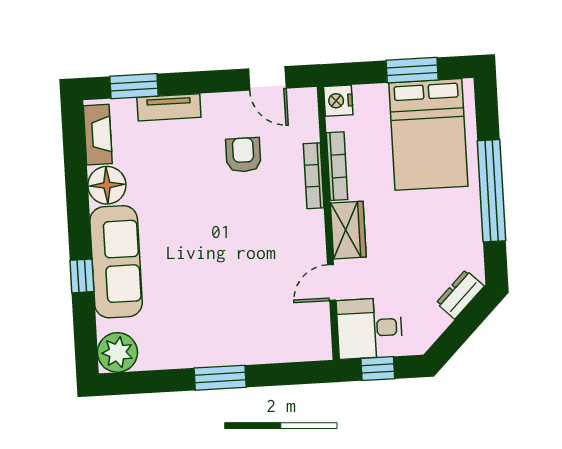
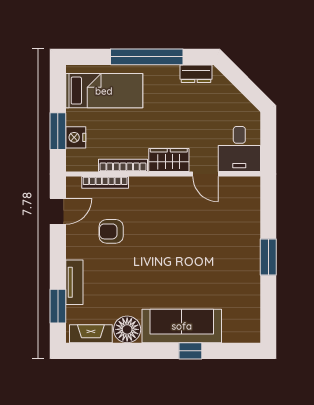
window: (412, 70) -> (58, 131), moved
nightstand: (338, 101) -> (76, 137), moved, turned 90
bed: (428, 134) -> (104, 91), width x0.67
bookcase: (314, 176) -> (105, 182), moved
dresser: (460, 294) -> (196, 74), moved, turned -45
plant: (117, 352) -> (246, 329), removed
window: (378, 369) -> (268, 145), removed

